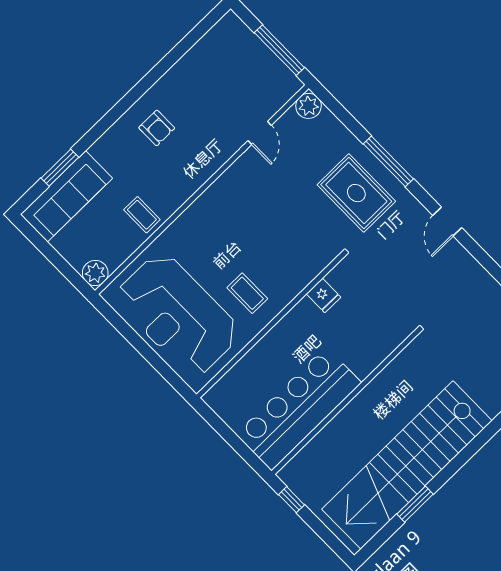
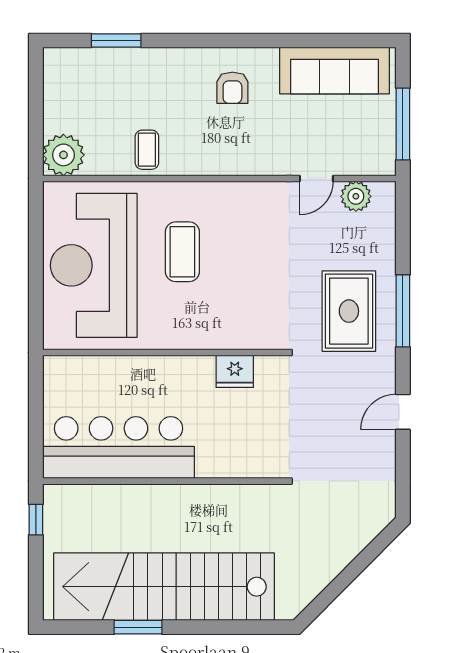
plant: (309, 106) -> (356, 196), moved
sofa: (66, 196) -> (335, 71), moved
plant: (95, 273) -> (63, 155), width x1.36, depth x1.36
coffee table: (247, 293) -> (182, 252), moved, width x1.36, depth x1.30
fridge: (323, 295) -> (235, 371), width x1.38

